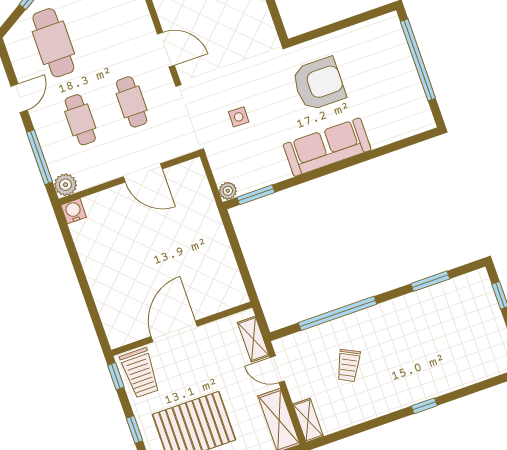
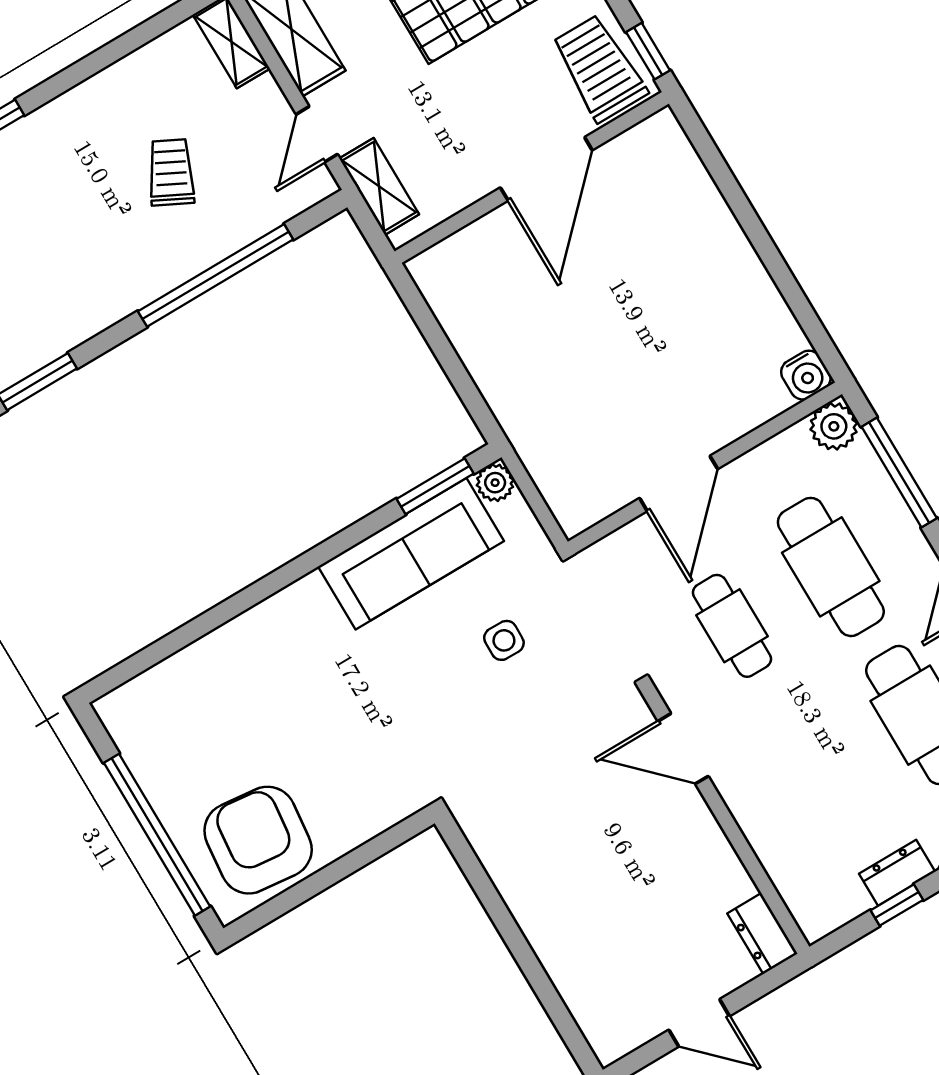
armchair: (319, 84) -> (258, 840), moved, turned 96
cafe table: (80, 120) -> (831, 567), width x1.37, depth x1.35
sofa: (327, 147) -> (411, 554), moved
door: (143, 173) -> (679, 484), swing flipped
door: (277, 369) -> (317, 134), swing flipped

